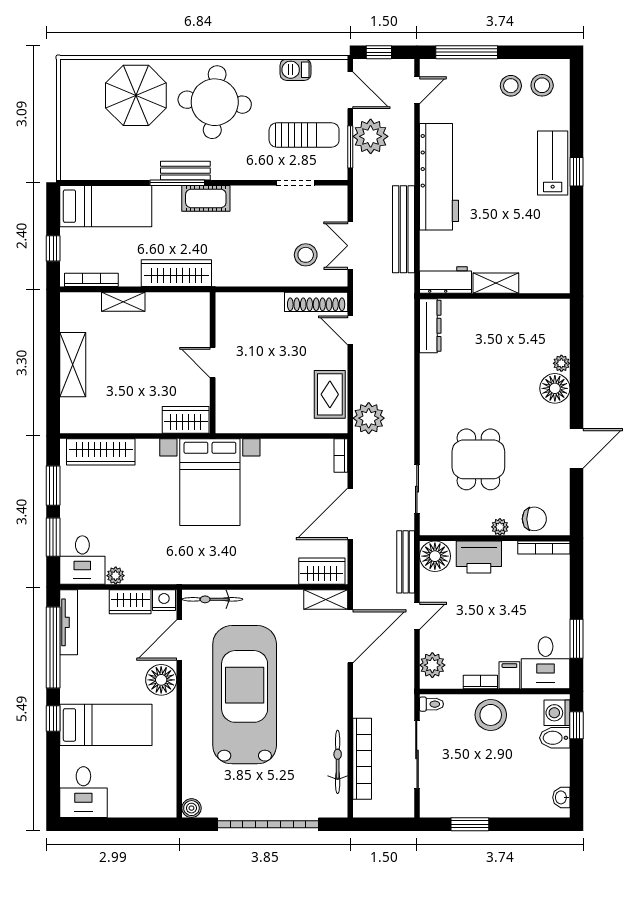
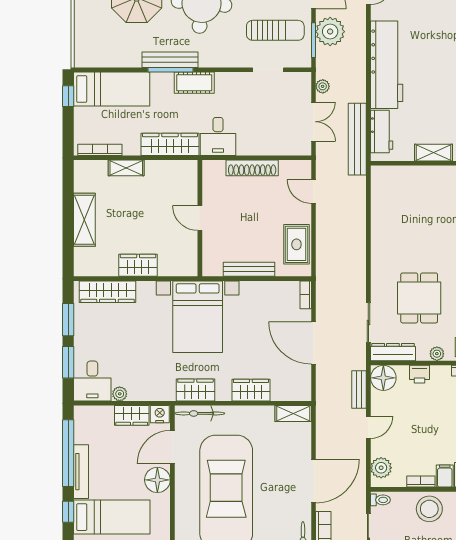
bench: (185, 171) -> (170, 60), width x1.36
bench: (403, 229) -> (357, 139), moved
double door: (350, 246) -> (313, 122), swing flipped
window: (53, 248) -> (68, 96), moved
stool: (306, 255) -> (277, 129), removed
desk: (235, 264) -> (218, 136), added
workbench: (445, 280) -> (382, 132), moved, turned 90
shoe rack: (316, 302) -> (252, 168), moved
dresser: (430, 326) -> (393, 352), moved, turned -90
plant: (369, 418) -> (323, 86), moved, width x0.53, depth x0.53
wardrobe: (186, 420) -> (138, 265), moved
bench: (272, 425) -> (249, 269), added
door: (350, 514) -> (313, 343), hinge flipped
printer: (479, 557) -> (419, 374), width x0.53, depth x0.68
bench: (406, 562) -> (359, 389), width x0.73
wardrobe: (207, 571) -> (195, 390), added
wardrobe: (322, 571) -> (251, 390), moved
tv unit: (69, 622) -> (81, 472), moved
door: (350, 636) -> (313, 481), moved

